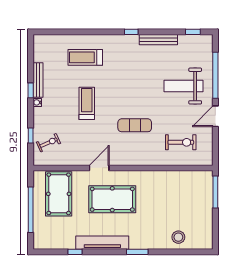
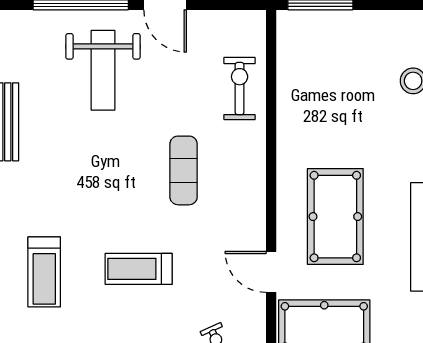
exercise bike: (181, 142) -> (240, 89), moved
door: (99, 168) -> (271, 272), moved

